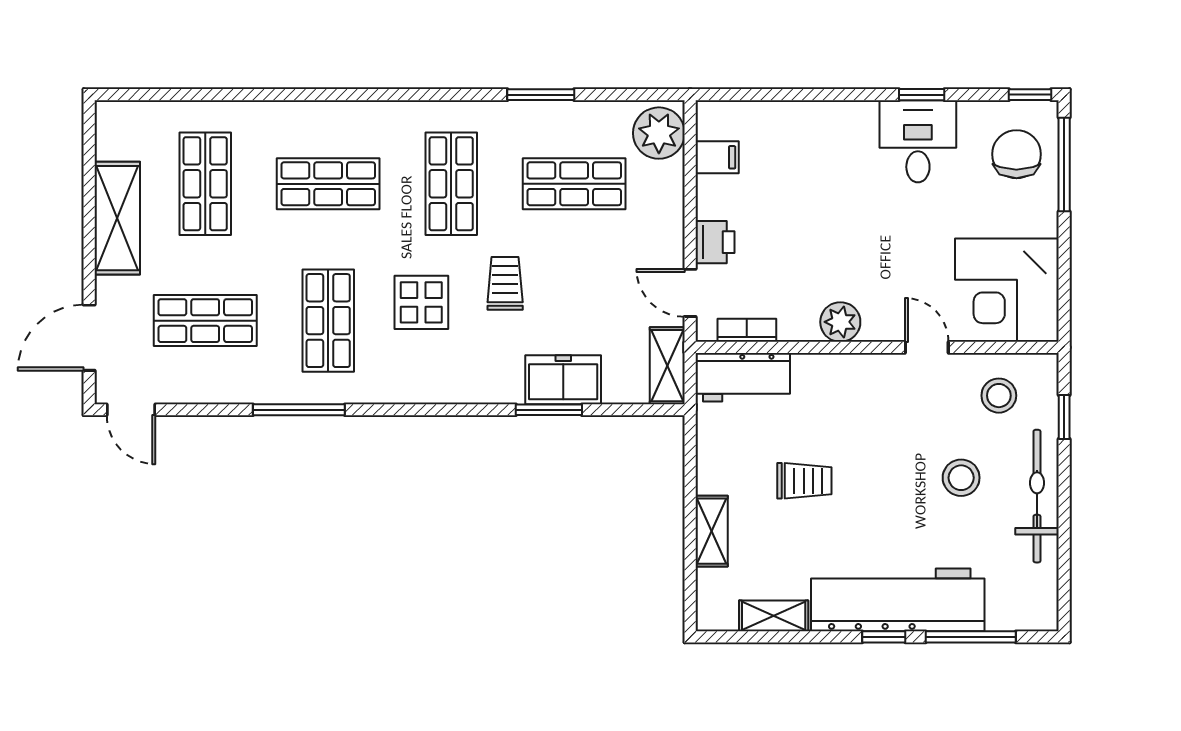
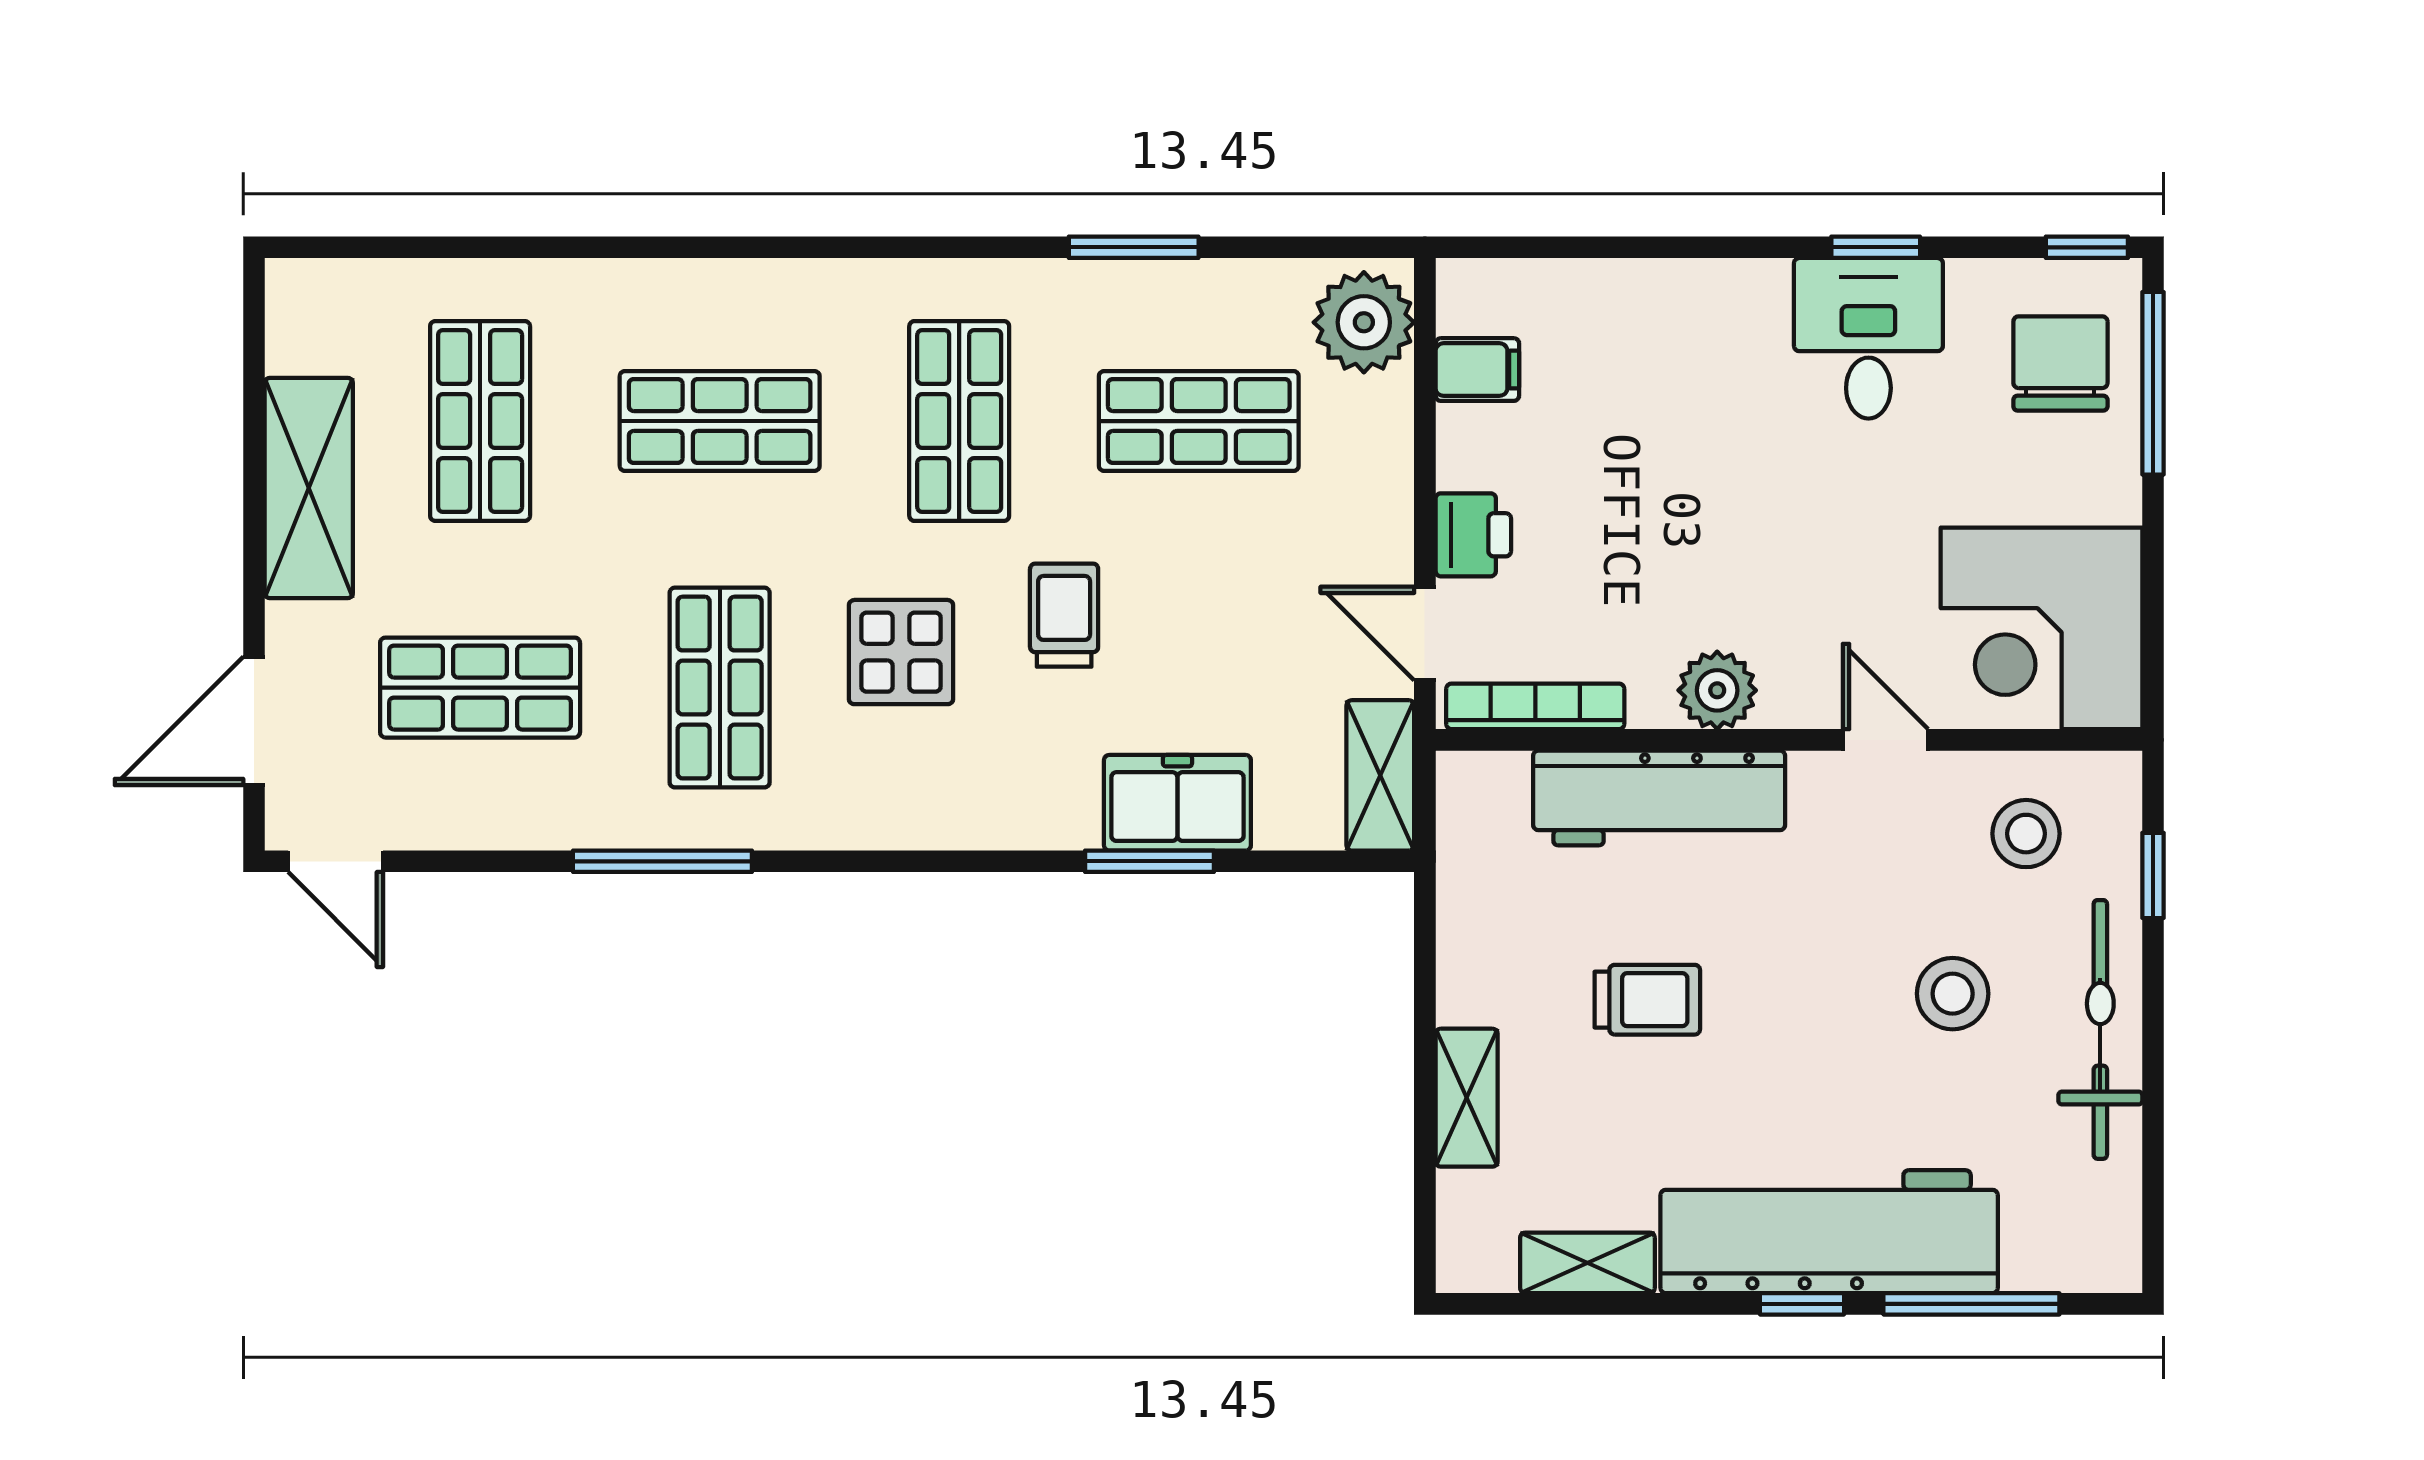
bookcase: (747, 330) -> (1535, 706), width x1.56
workbench: (743, 377) -> (1659, 798), moved, width x1.38

